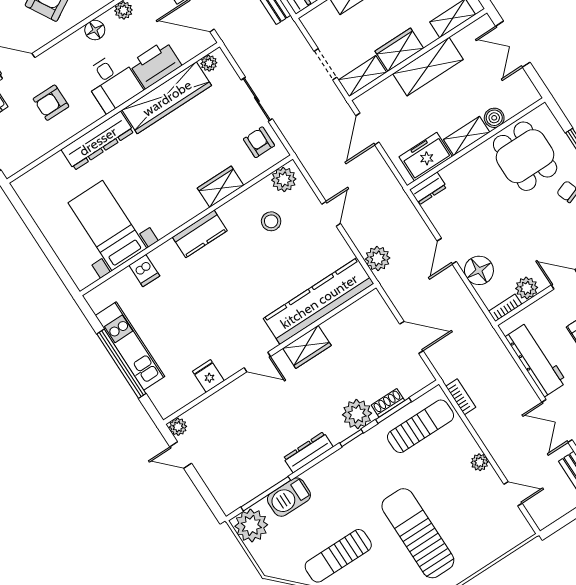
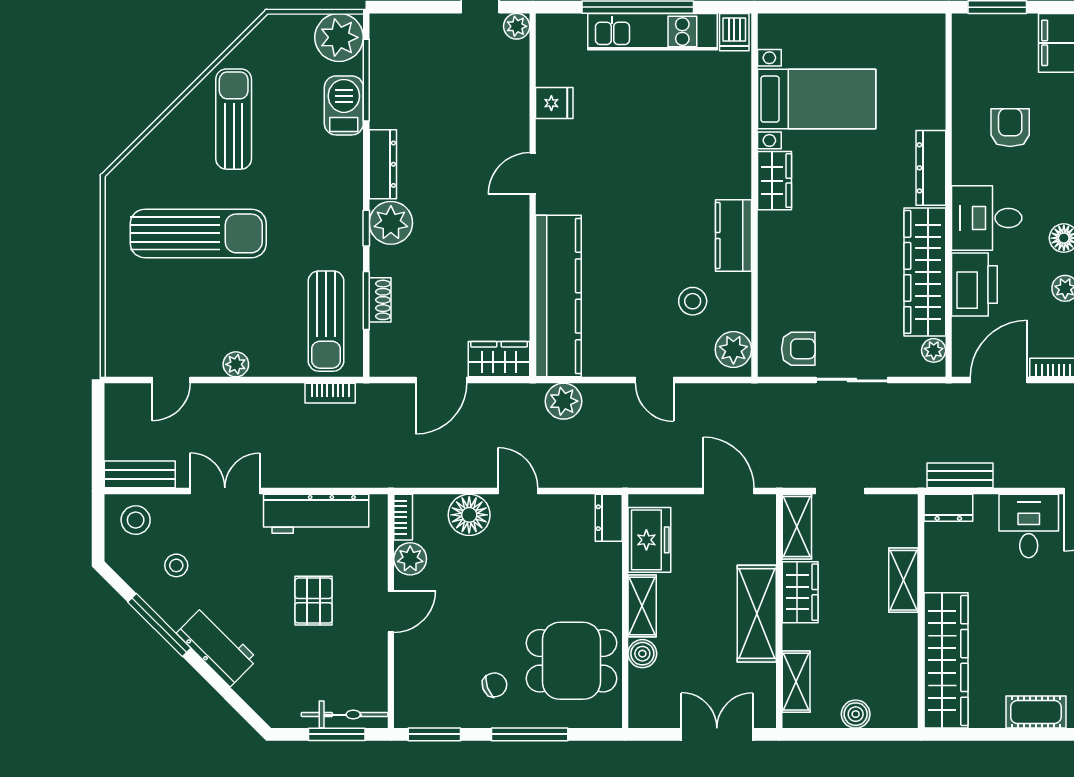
dresser: (98, 141) -> (931, 168), width x0.73, depth x0.80
wardrobe: (220, 187) -> (775, 181), moved
kitchen counter: (200, 234) -> (733, 235), moved
dishwasher: (144, 271) -> (734, 32), moved, turned -90
wardrobe: (307, 347) -> (499, 359), moved, turned 90
plant: (357, 414) -> (391, 223), moved

